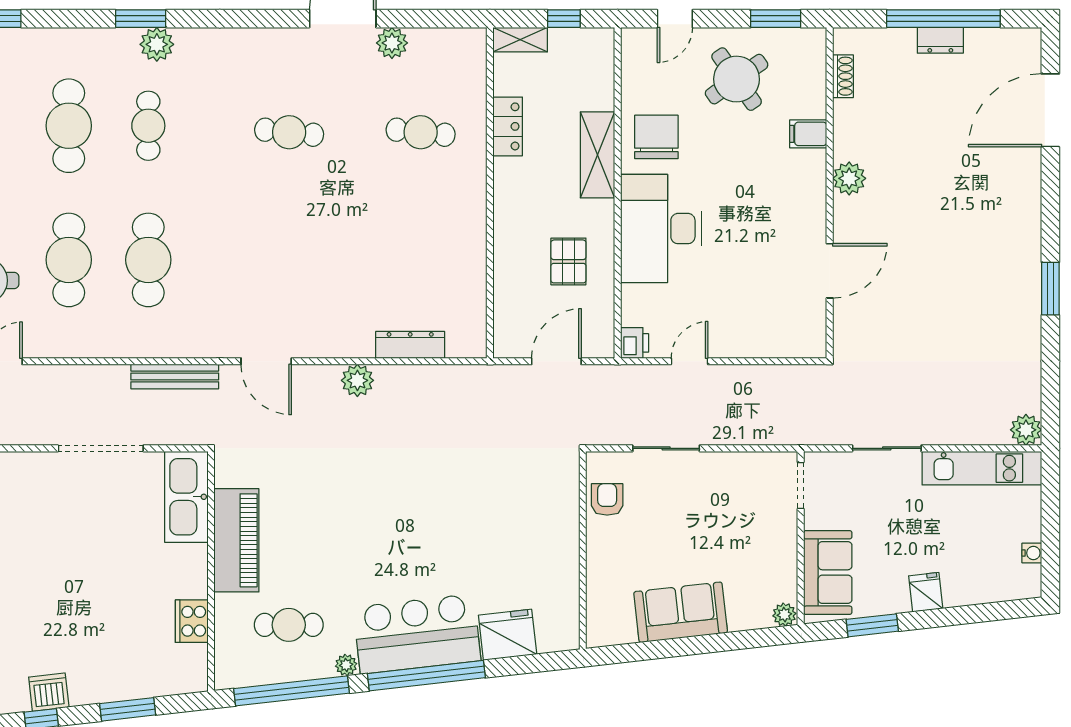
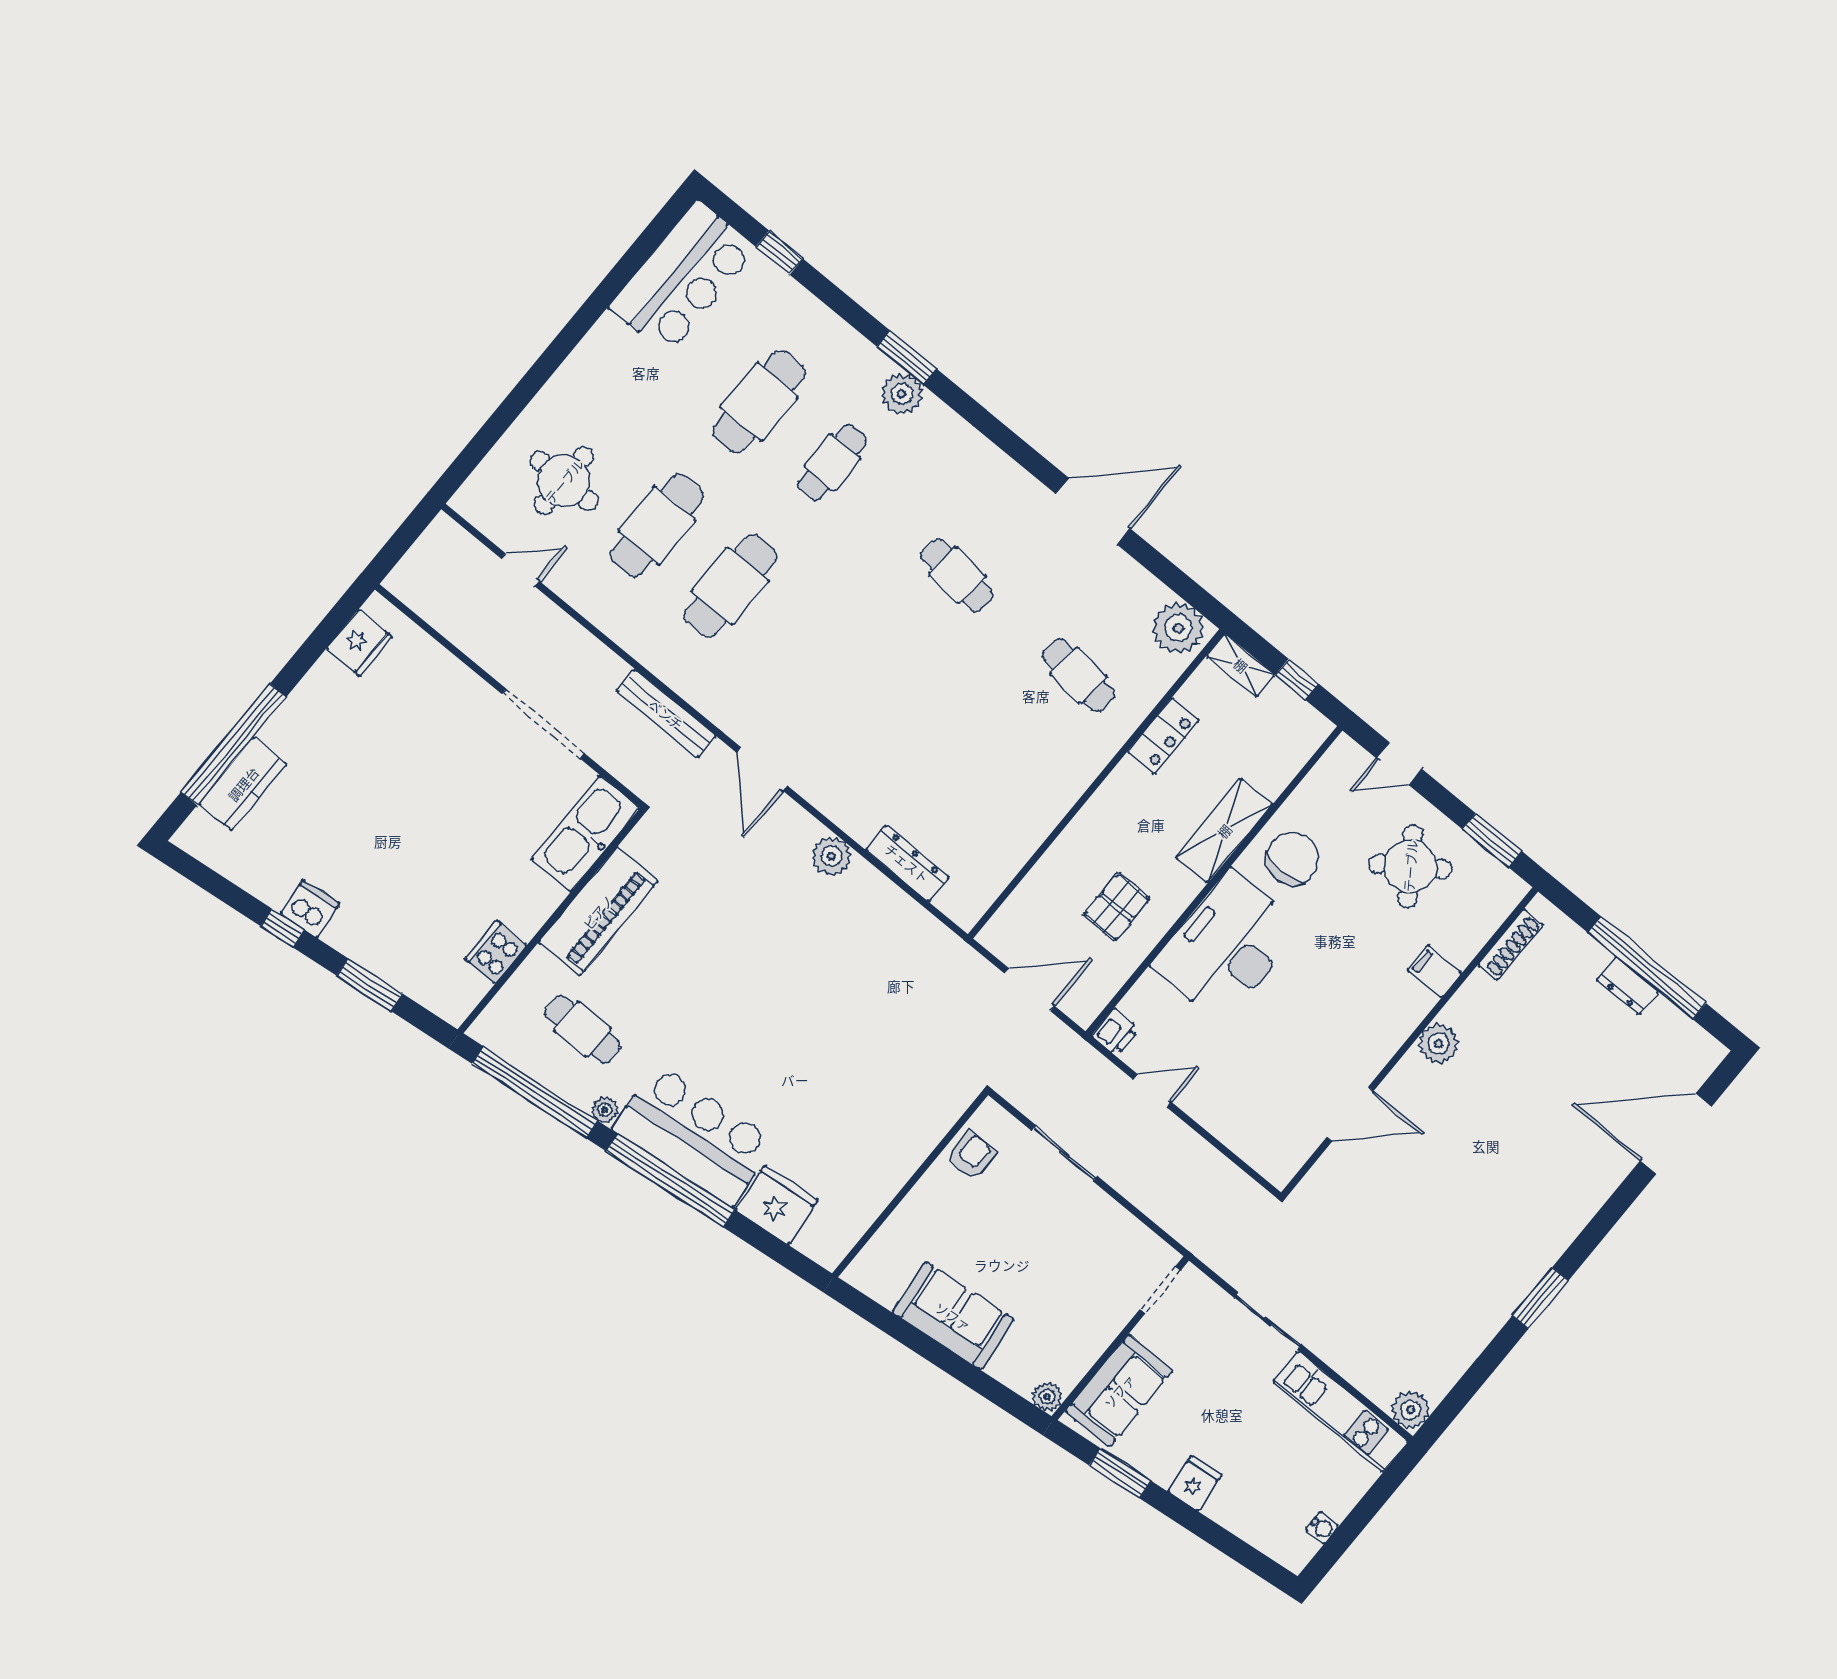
plant: (392, 43) -> (1178, 628), moved, width x1.36, depth x1.36
shoe rack: (843, 76) -> (1511, 945), width x1.43

